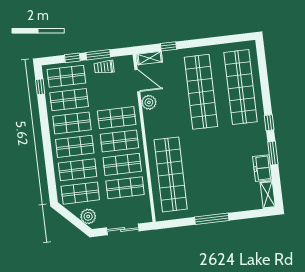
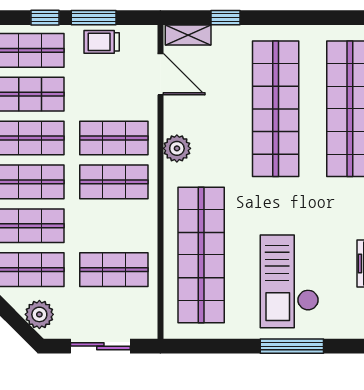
plant: (149, 102) -> (177, 148), moved
shop shelf: (122, 164) -> (114, 226), removed
checkout: (219, 183) -> (289, 281), added
window: (212, 219) -> (292, 346), moved

